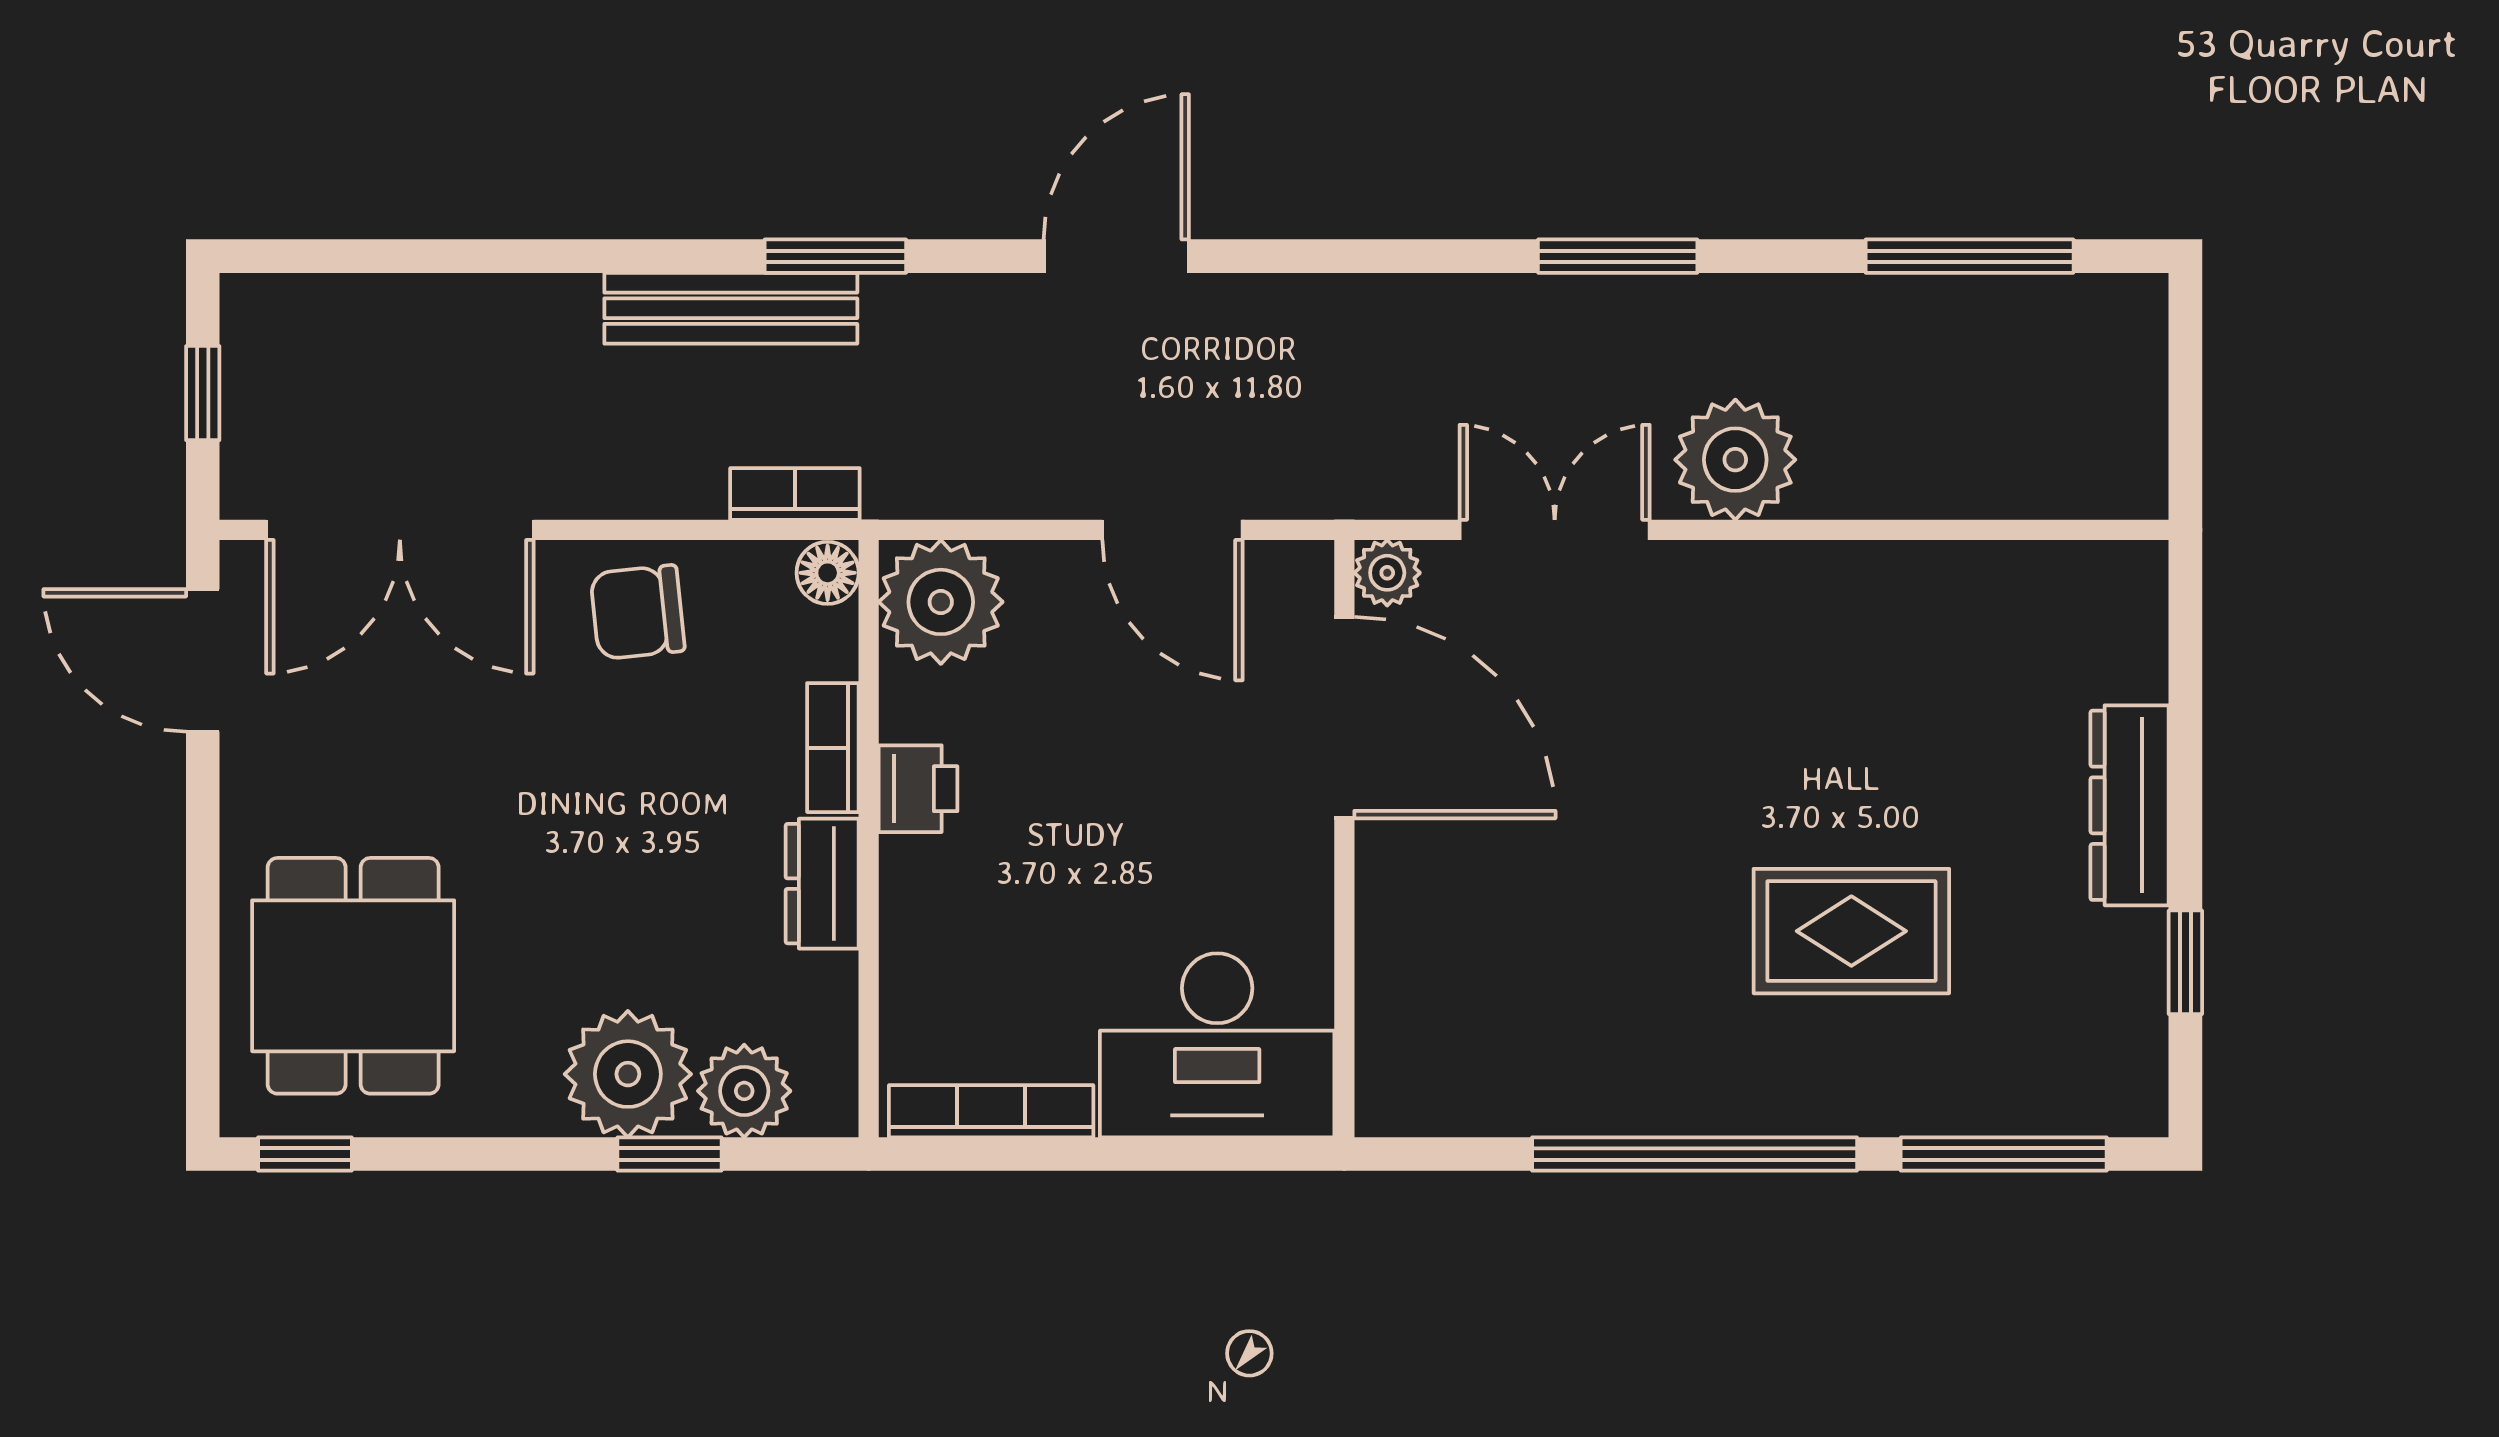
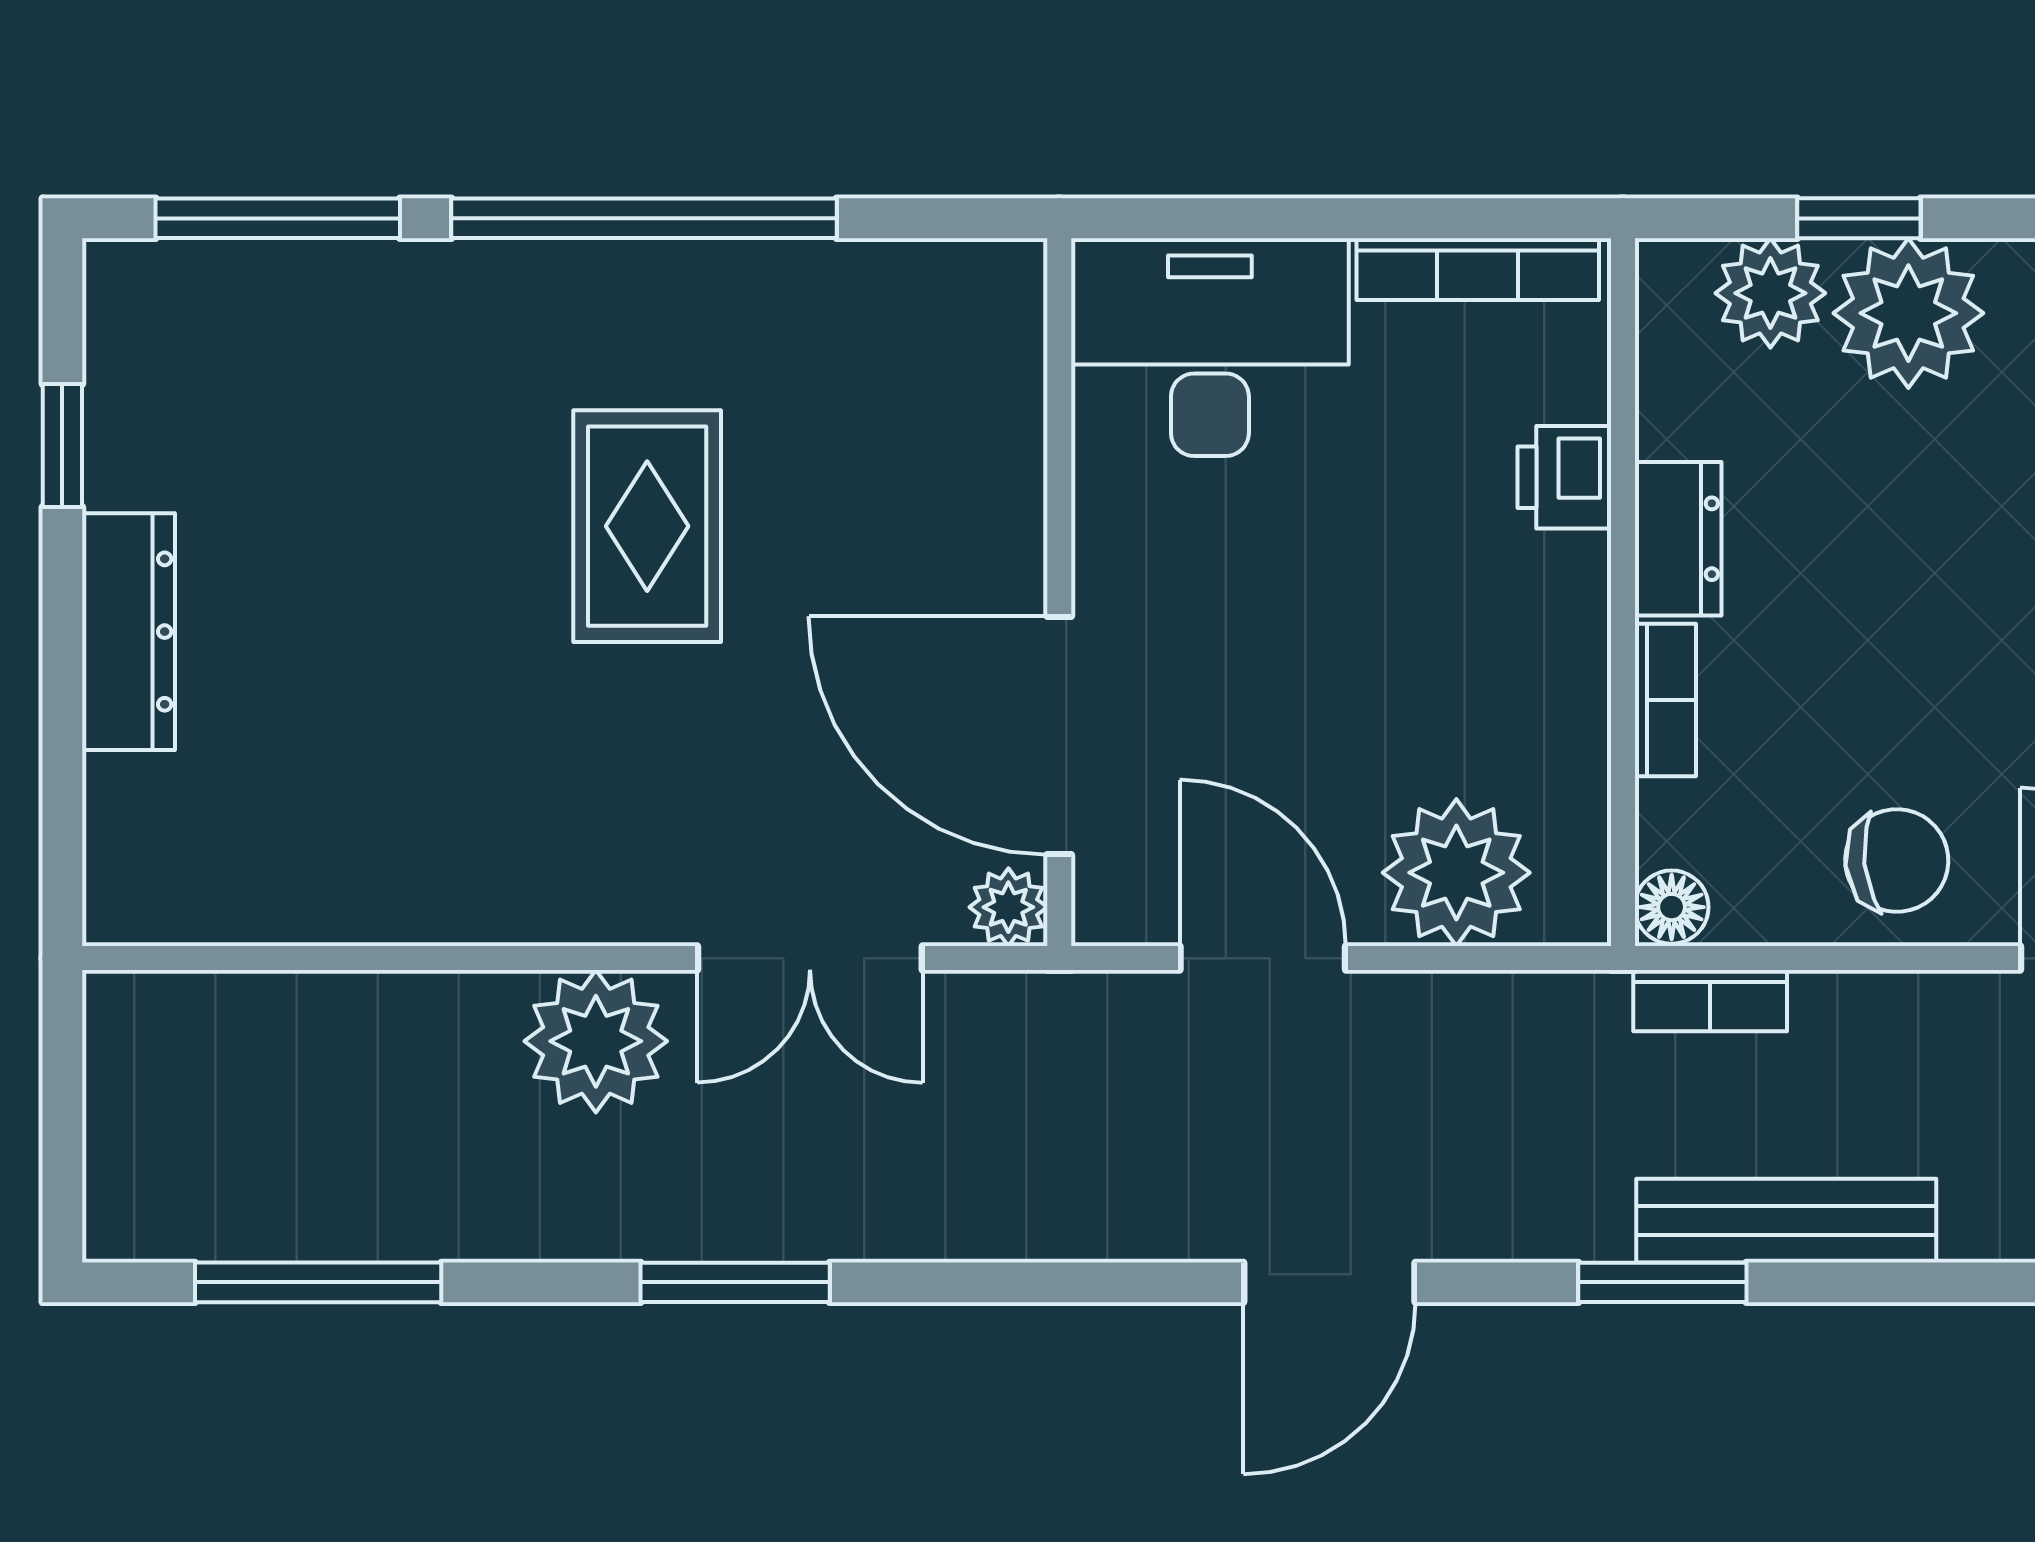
plant: (941, 602) -> (1456, 873), moved
printer: (918, 789) -> (1564, 477), moved
rug: (1851, 931) -> (647, 526), moved, turned 90

